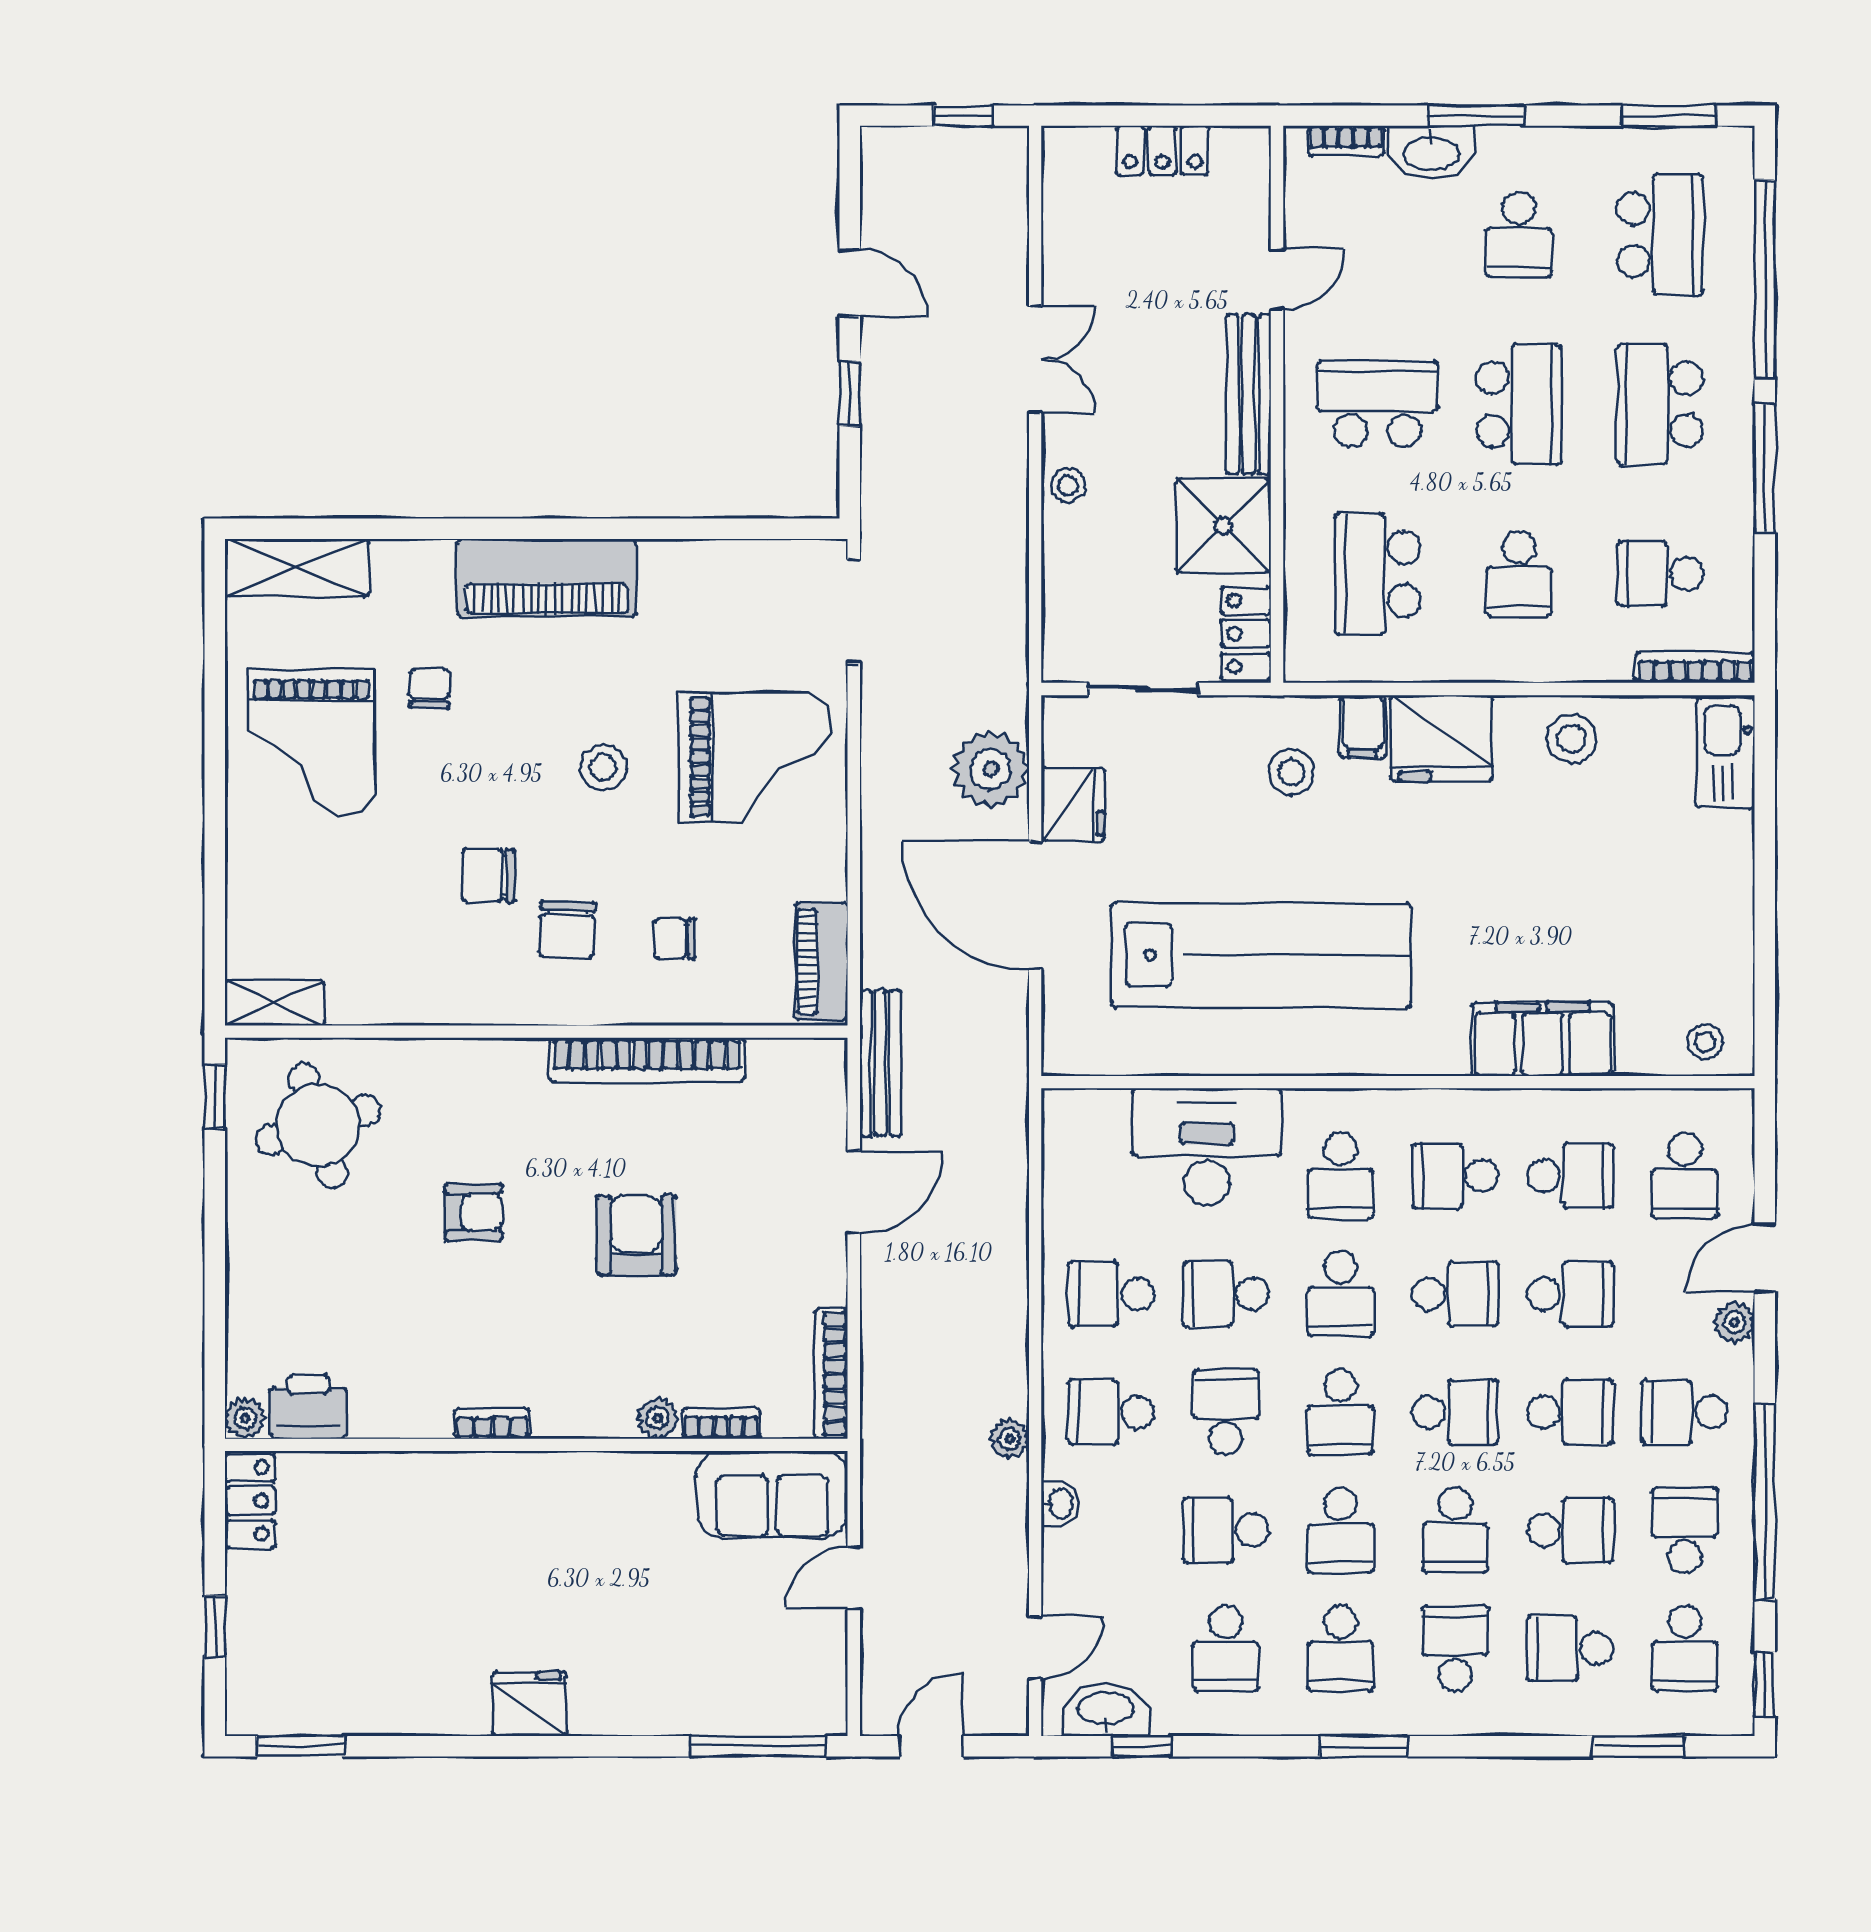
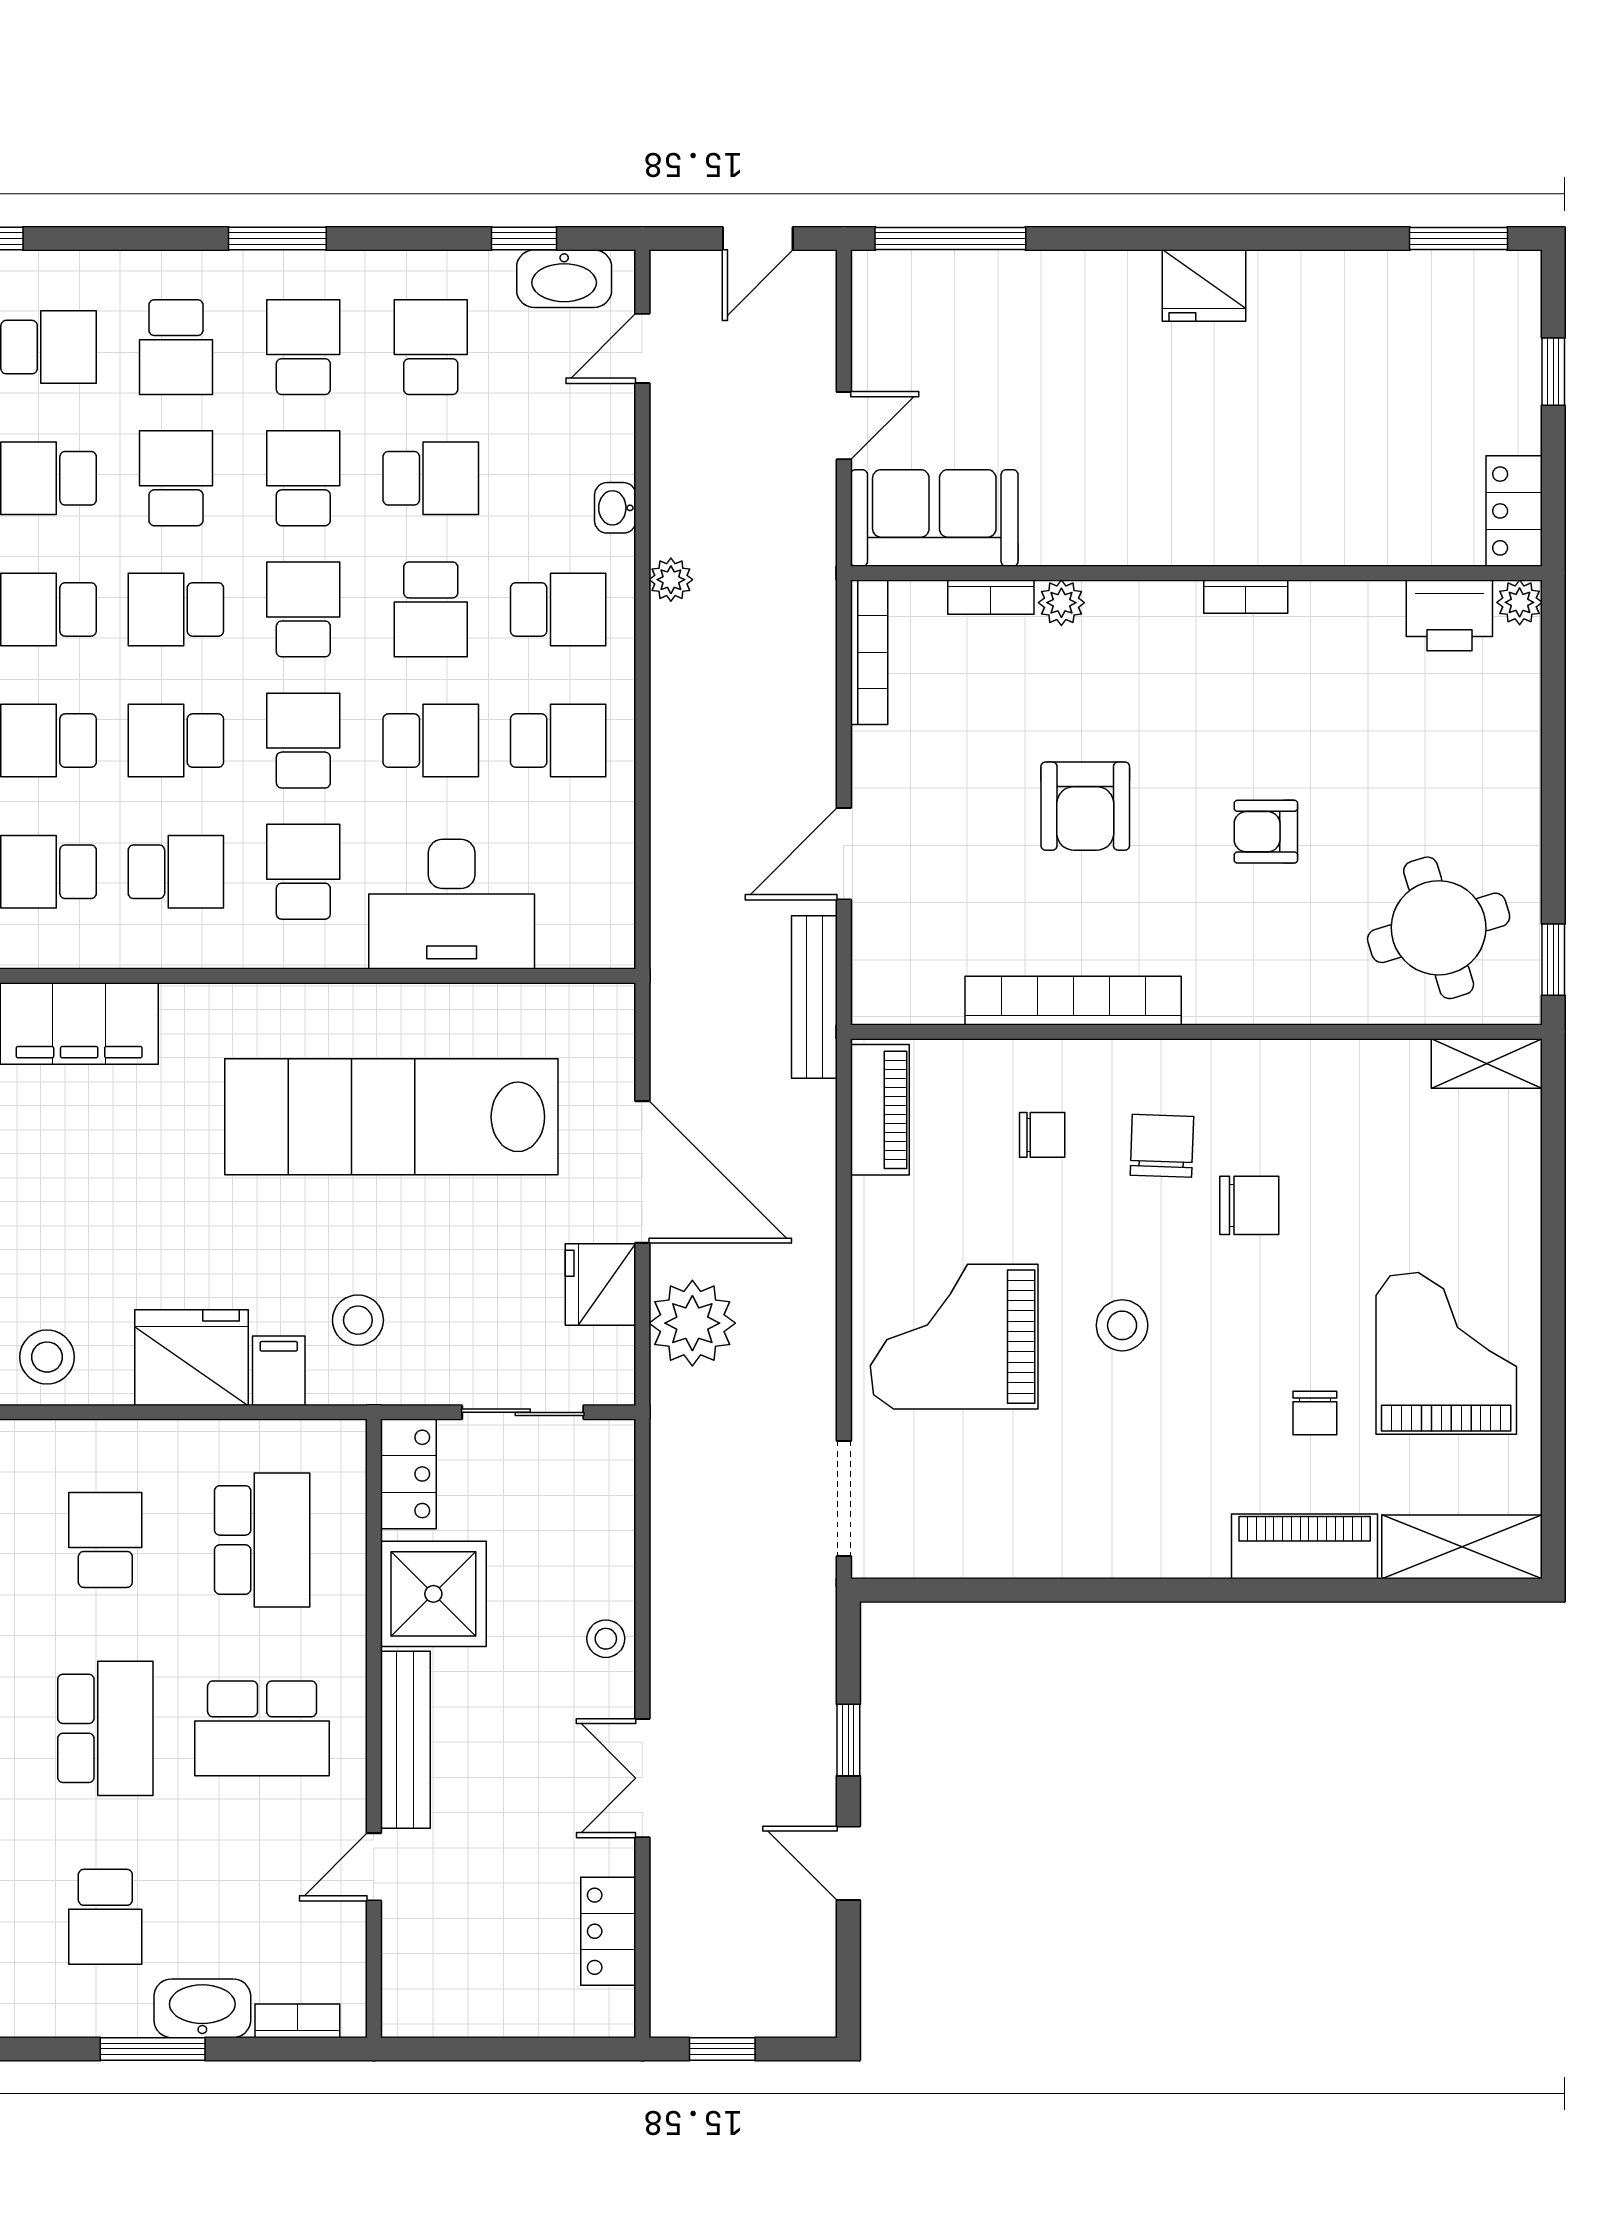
locker: (1162, 150) -> (608, 1931), moved, turned -90
school desk: (1519, 235) -> (105, 1917), turned 180
school desk: (1519, 404) -> (105, 1728), turned 180
piano: (547, 578) -> (1305, 1546), moved, width x0.73, depth x0.75

